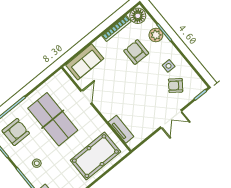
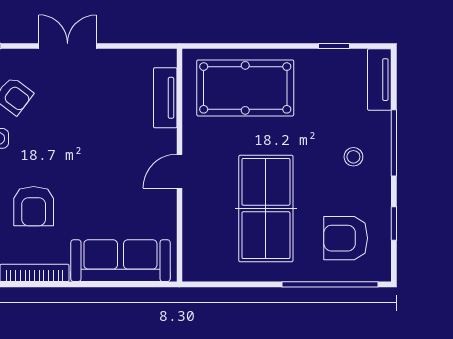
sofa: (85, 62) -> (120, 261), width x1.36
door: (86, 97) -> (179, 171), moved

